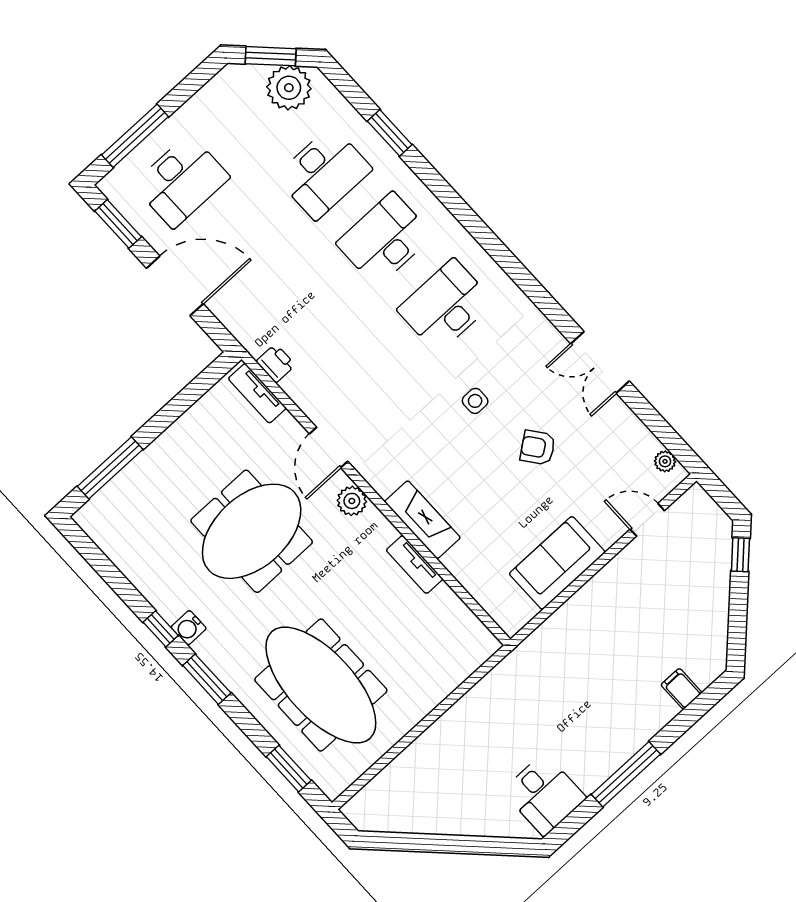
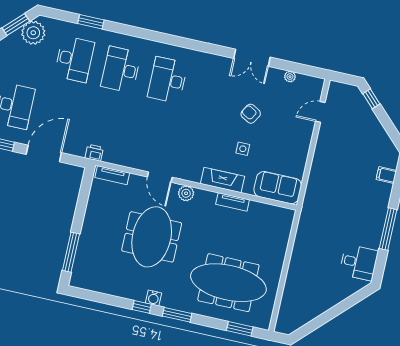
printer: (276, 363) -> (94, 153), moved
side table: (475, 401) -> (243, 149), moved
armchair: (538, 448) -> (251, 114), turned 67
plant: (665, 461) -> (290, 77), moved
sofa: (557, 563) -> (278, 188), moved, turned 90

